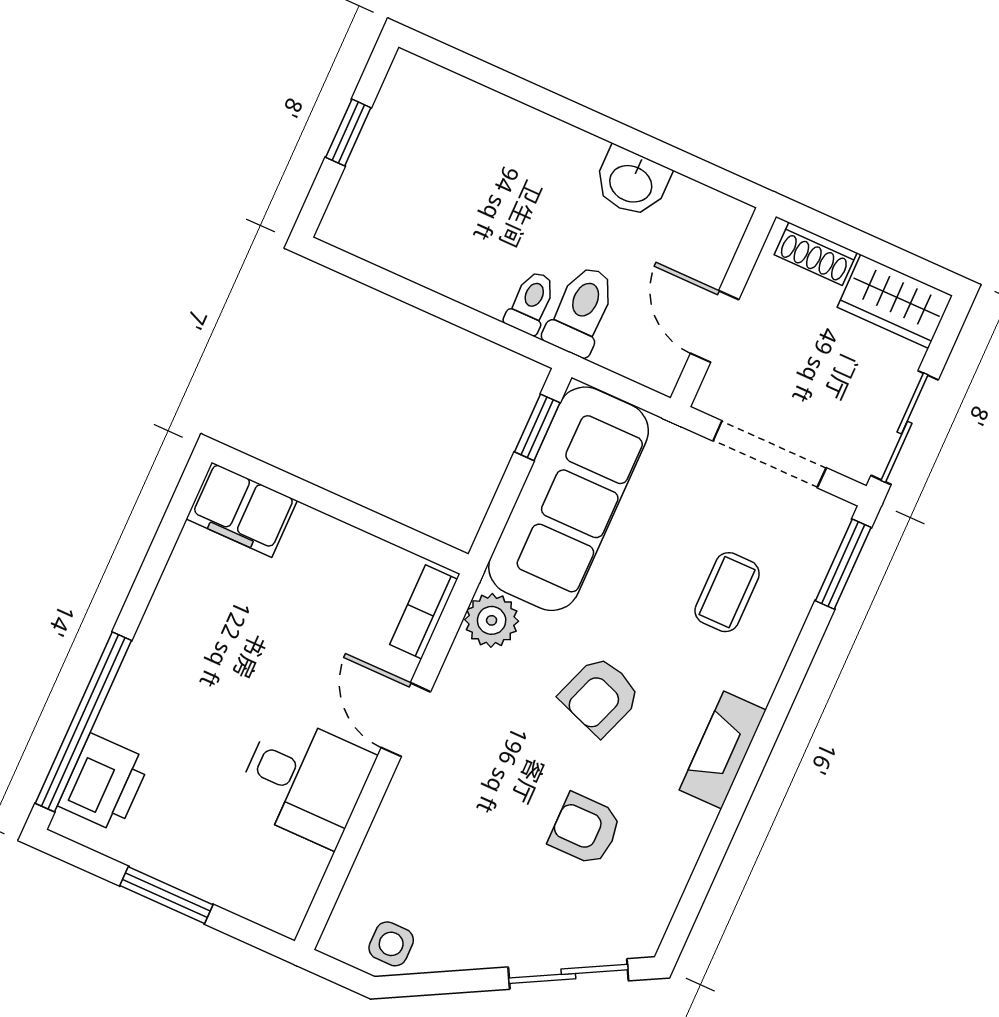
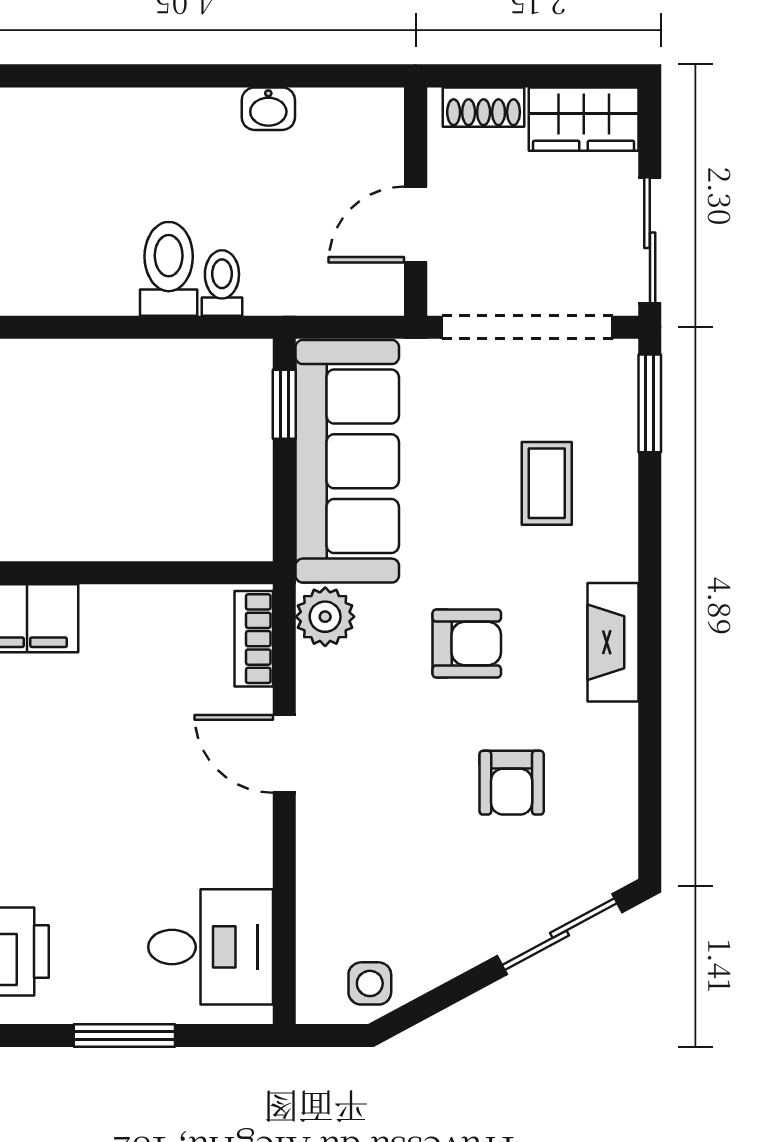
washbasin: (631, 182) -> (268, 109), width x0.72, depth x0.69
toilet: (581, 311) -> (169, 269), moved
door: (715, 326) -> (416, 225), hinge flipped
doorway: (770, 454) -> (527, 327), width x1.36
armchair: (600, 696) -> (467, 644), turned -110
desk: (305, 780) -> (211, 947), moved
armchair: (585, 829) -> (512, 783), turned -90

